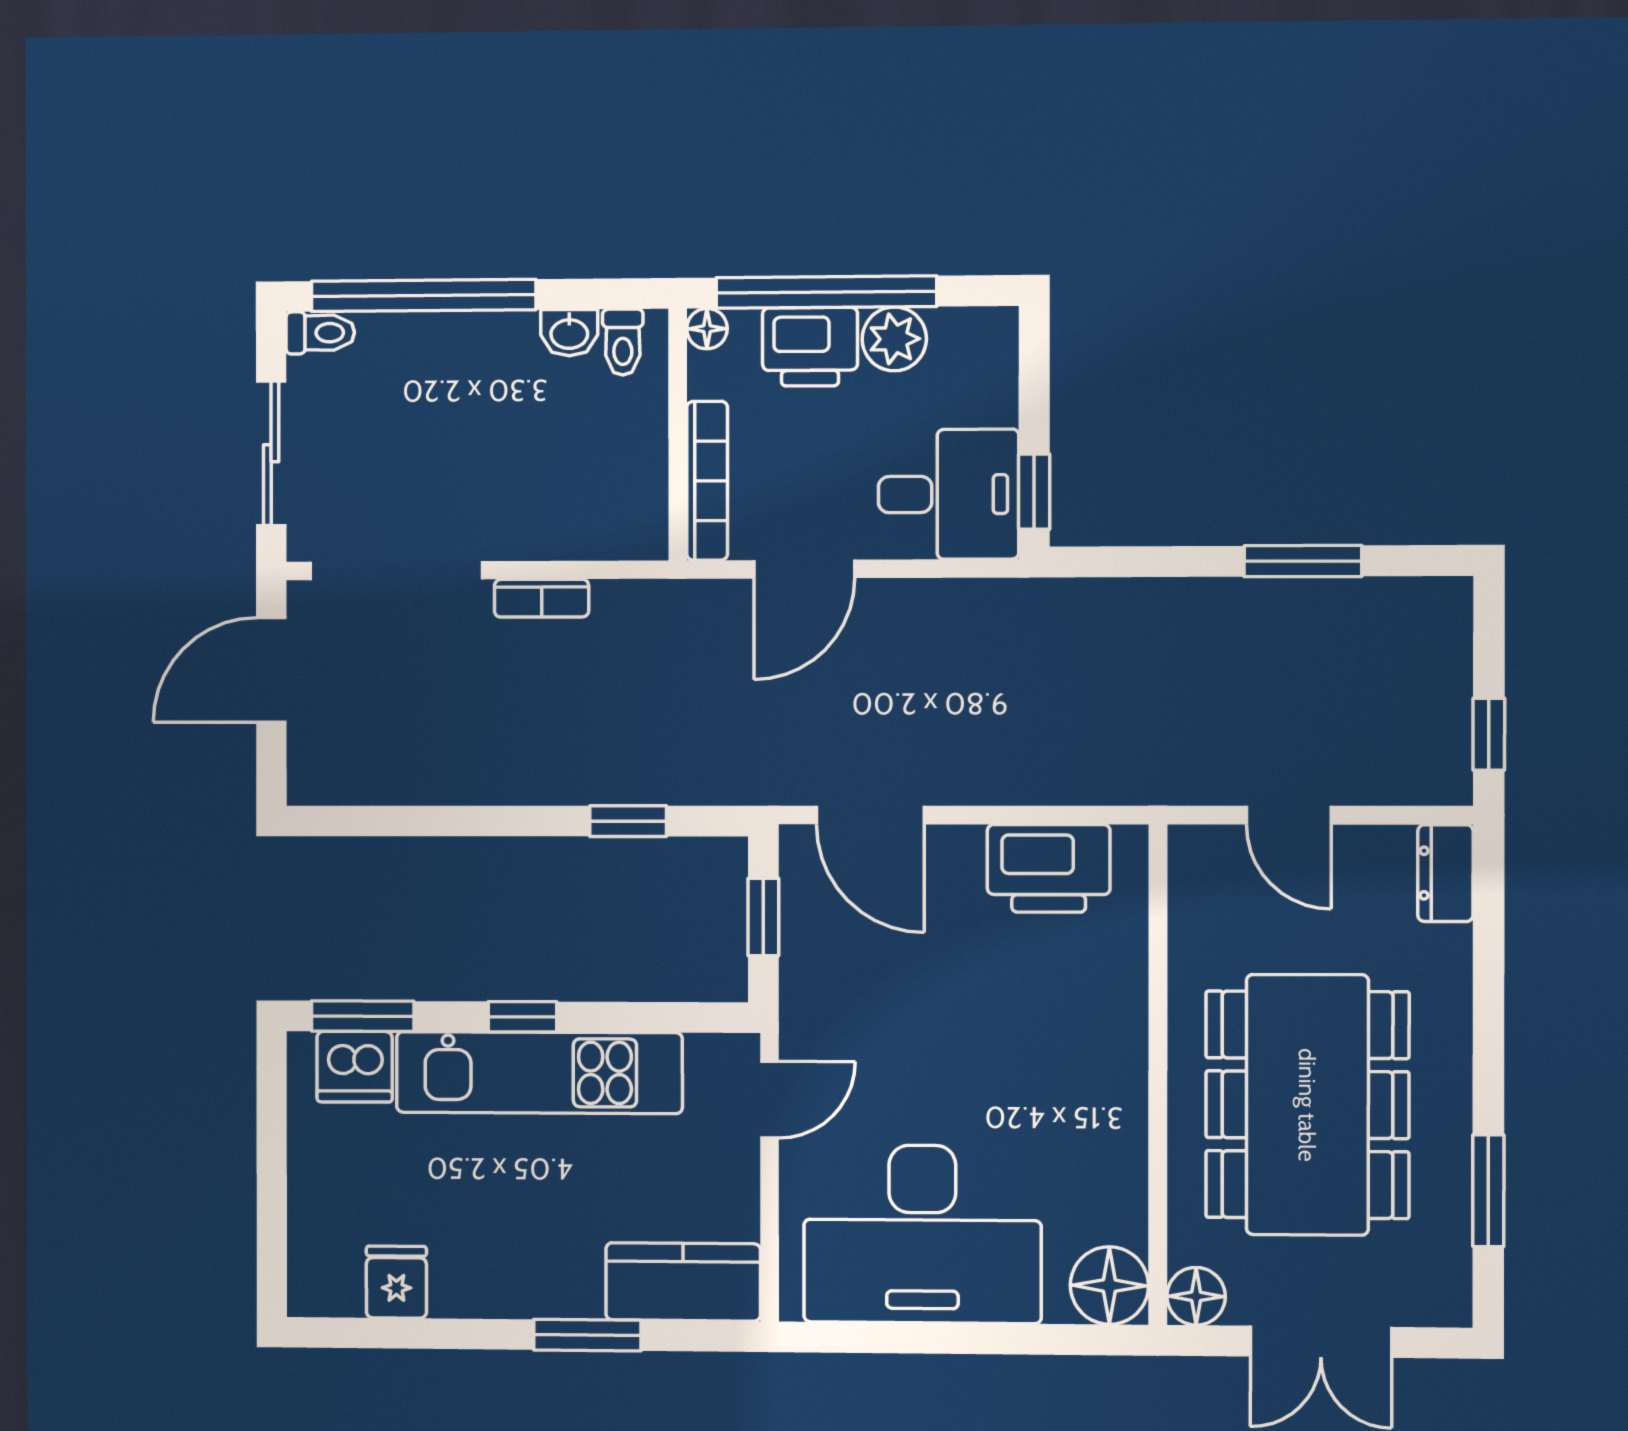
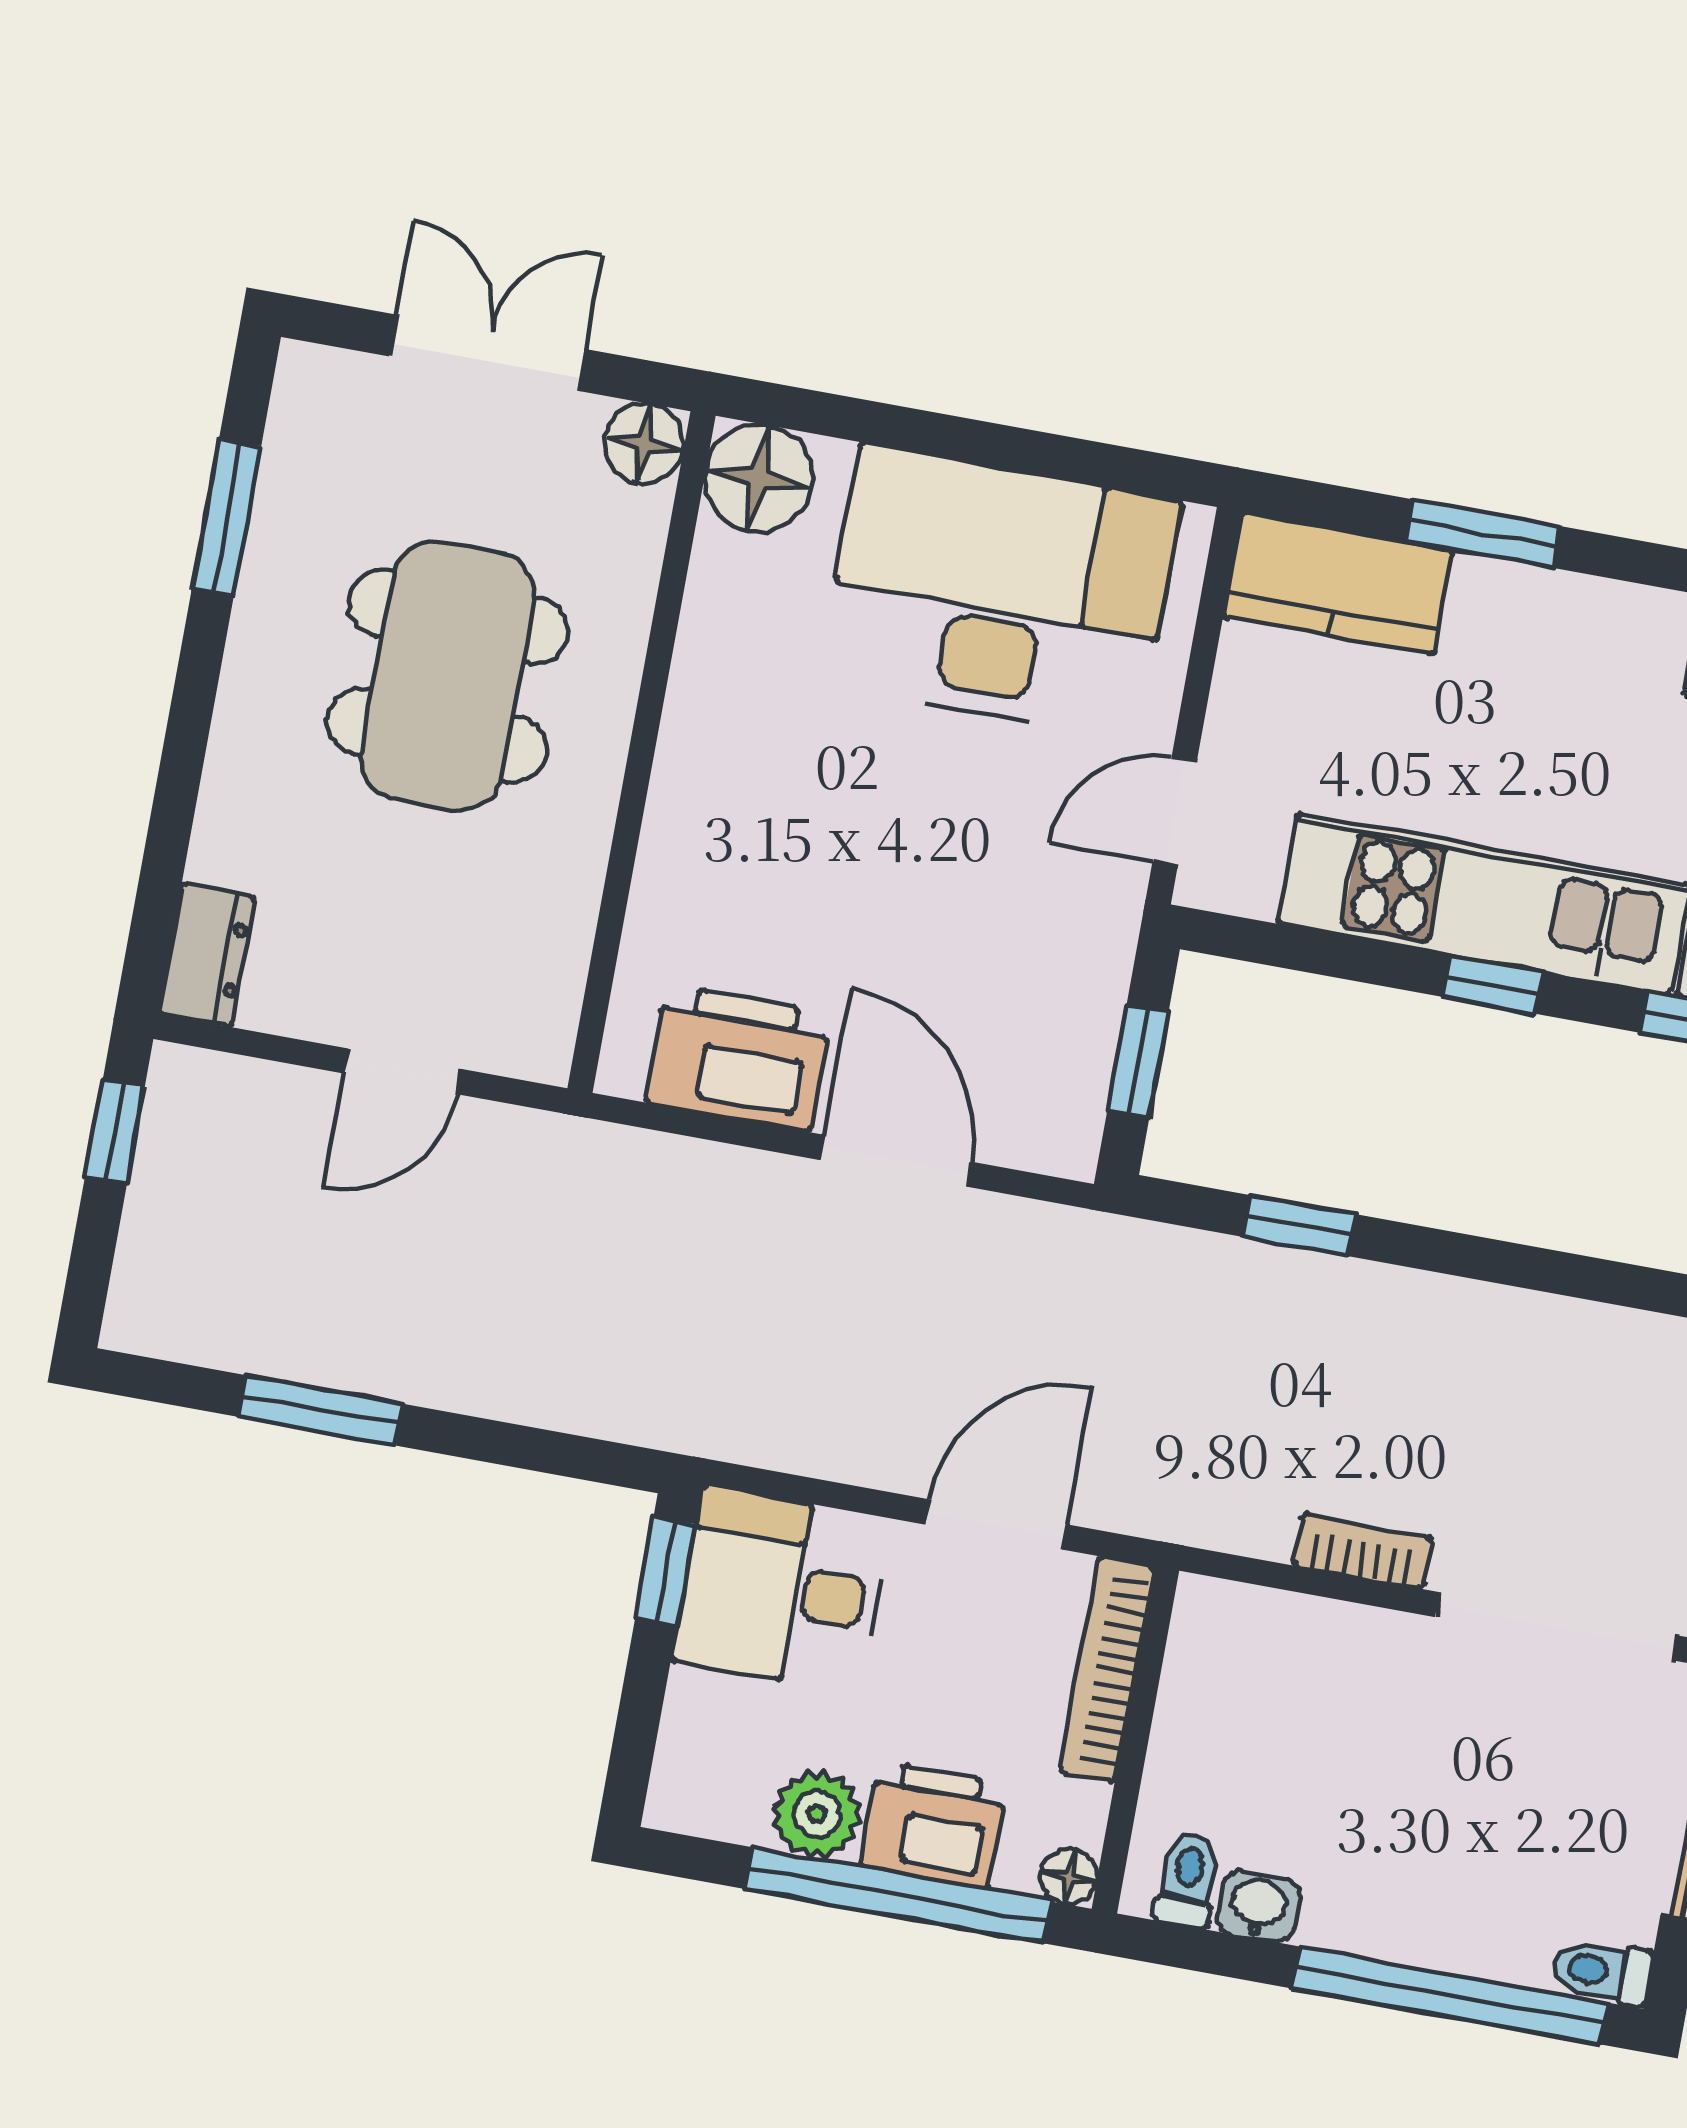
door: (870, 815) -> (896, 1161), moved
door: (1289, 815) -> (402, 1071), swing flipped
dining table: (1307, 1105) -> (448, 676), width x0.73, depth x0.80

